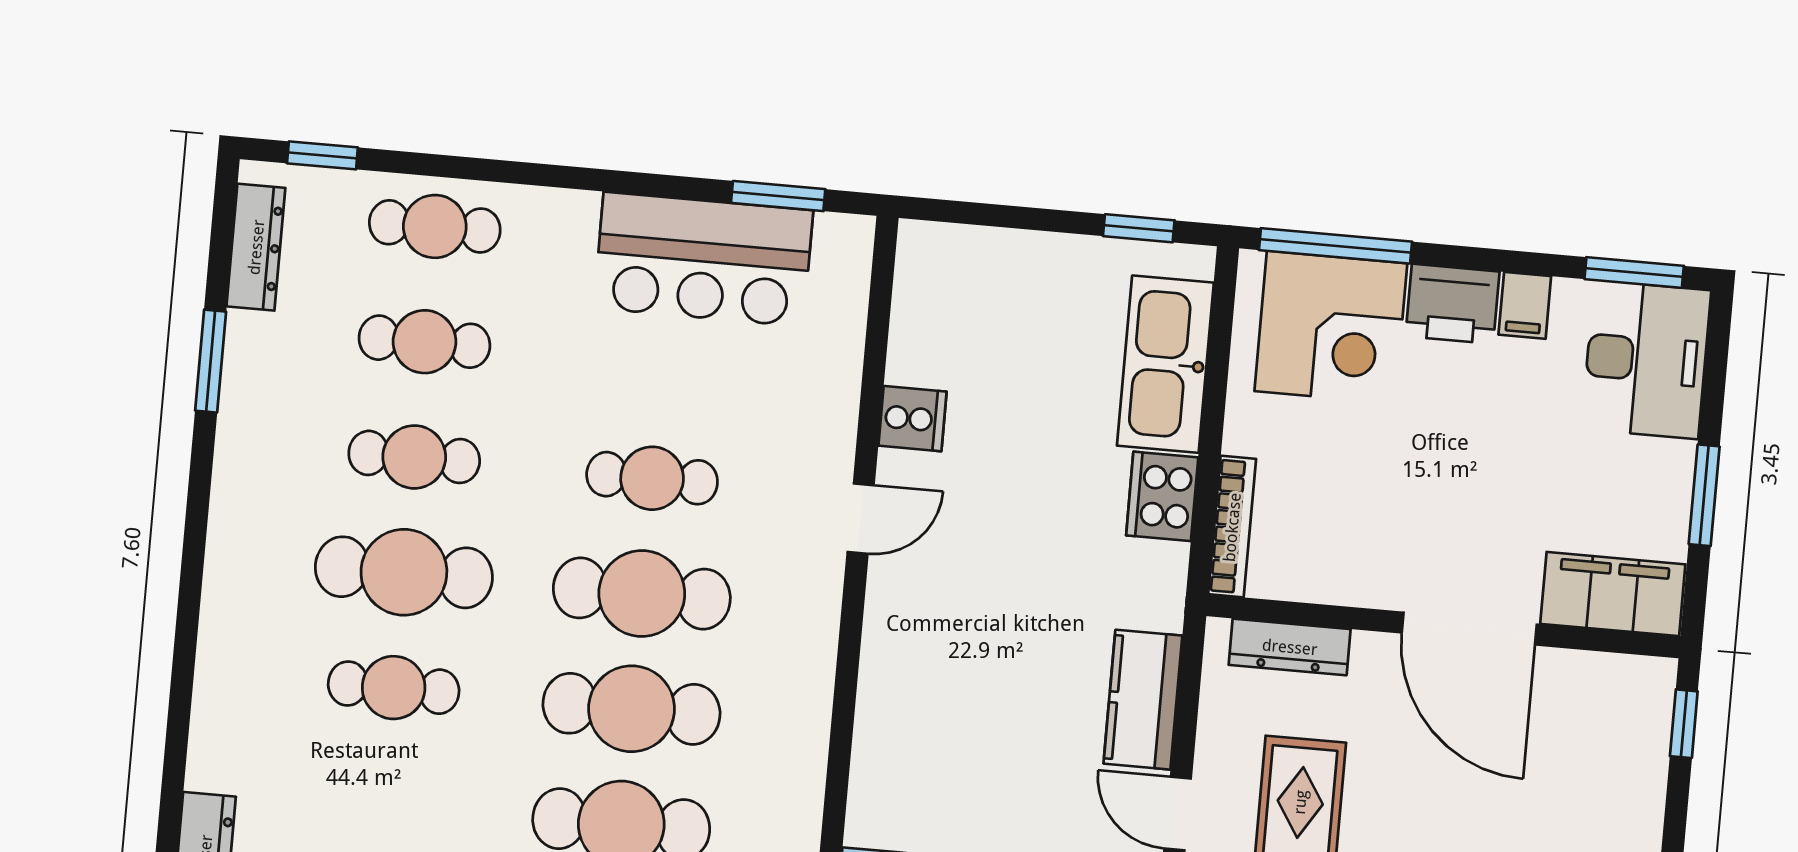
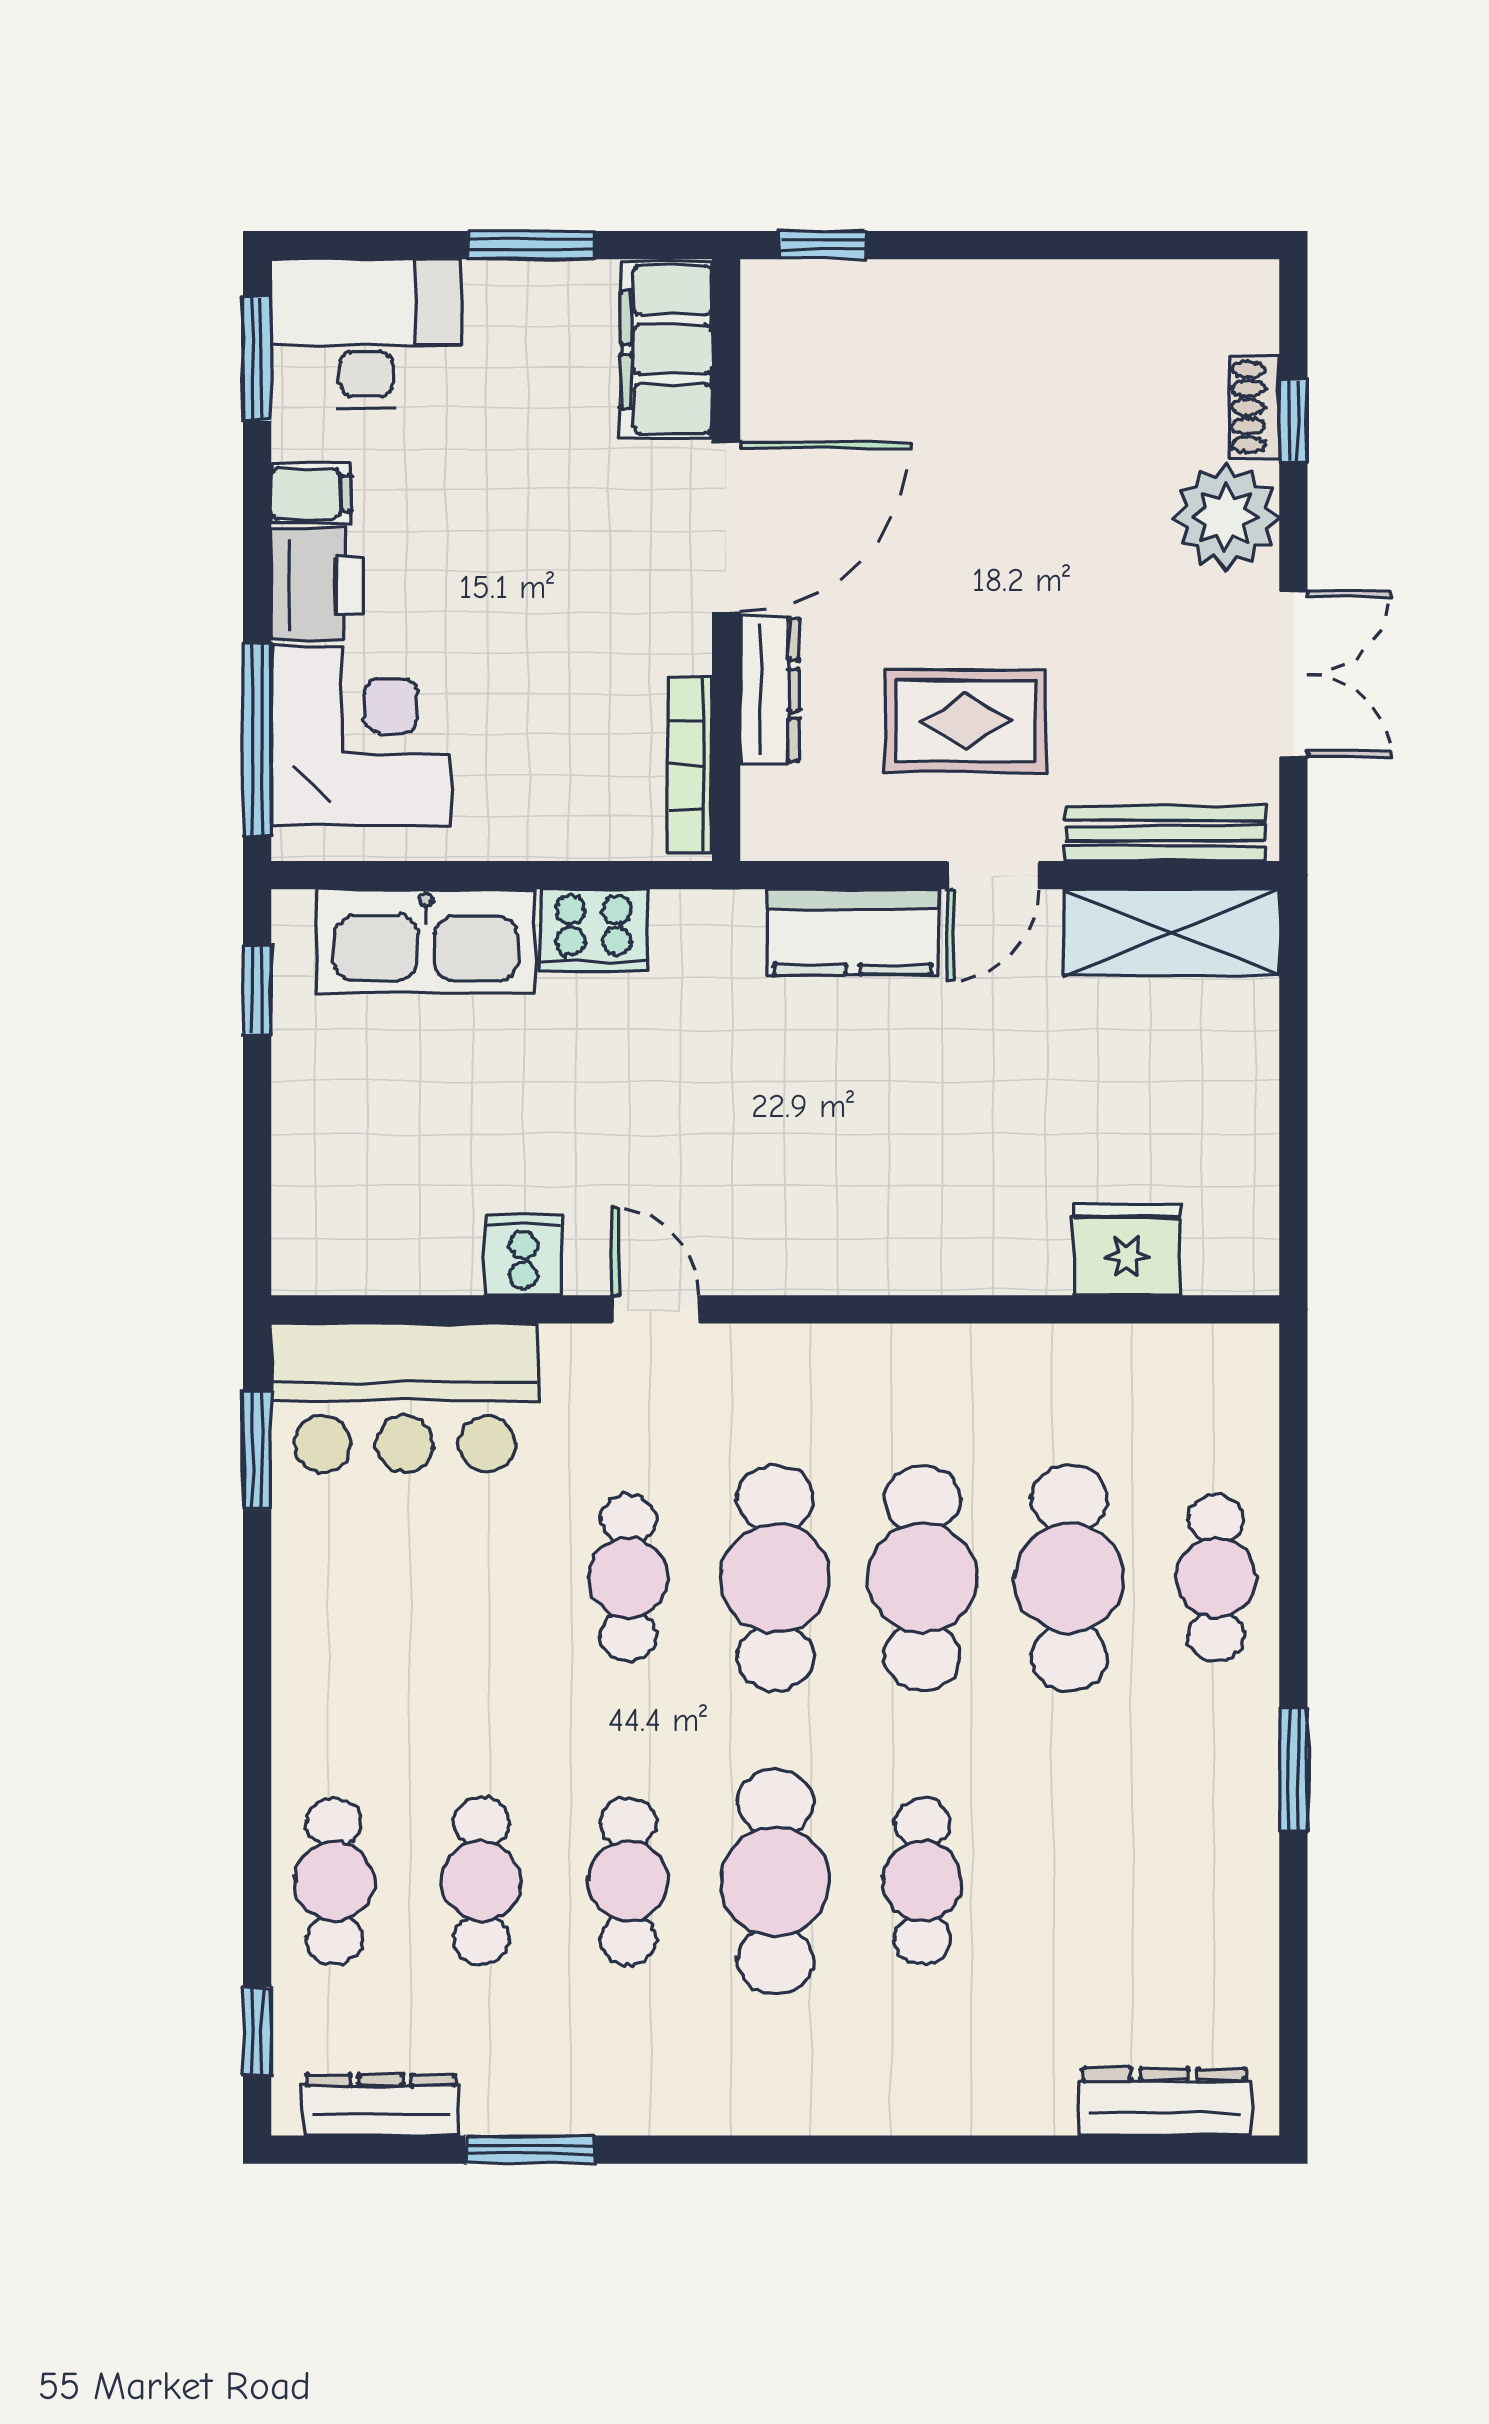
bar counter: (703, 259) -> (405, 1398), moved, turned 90
bookcase: (1232, 527) -> (690, 765), moved, turned -90
dresser: (1290, 647) -> (770, 690), moved

